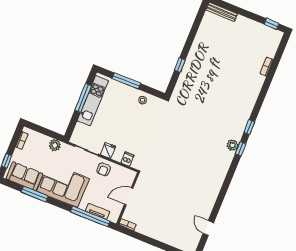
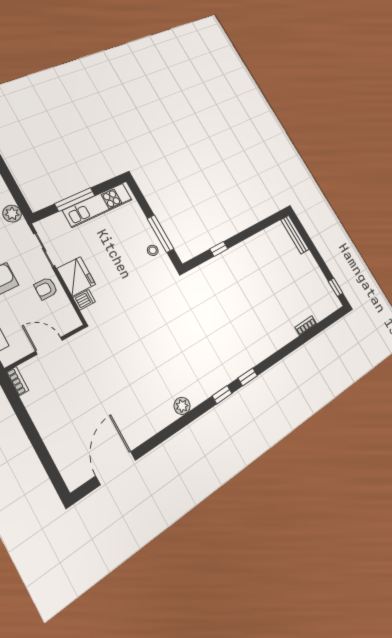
window: (126, 81) -> (160, 234), moved
window: (83, 98) -> (75, 200), moved
plant: (233, 145) -> (182, 406), moved
fridge: (108, 150) -> (76, 276), width x1.88, depth x1.34
door: (208, 228) -> (116, 468), width x1.88

